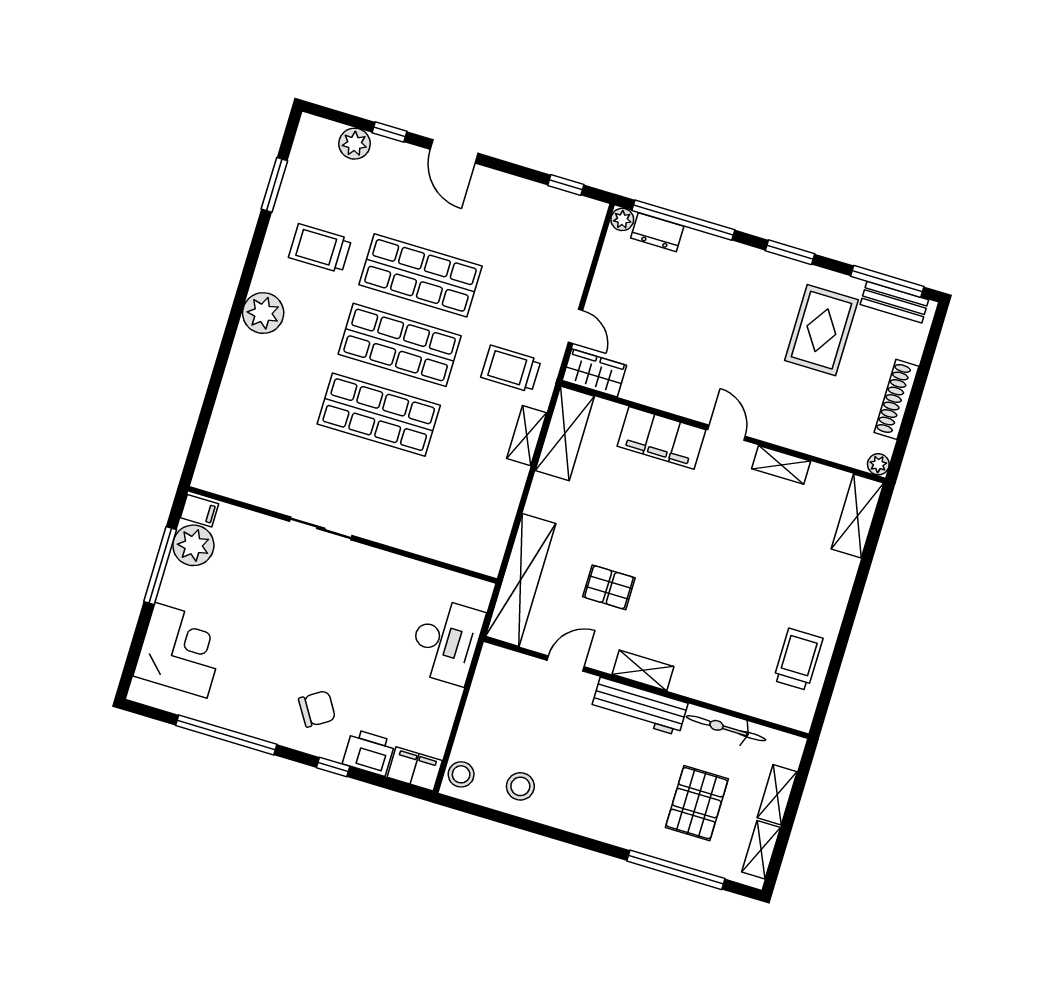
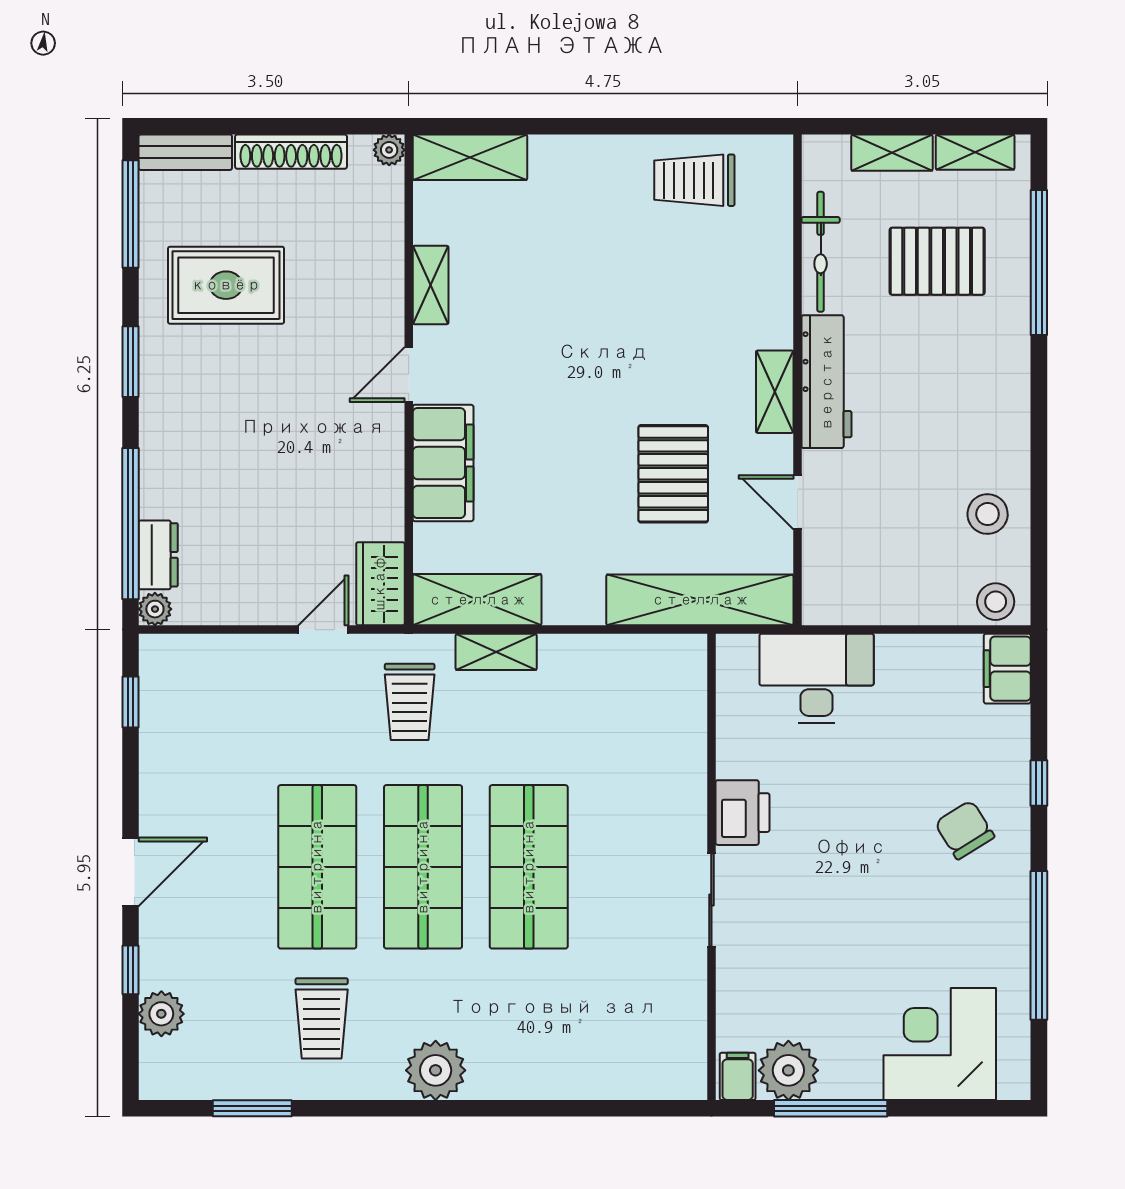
bench: (894, 302) -> (185, 152), moved, turned 90
pallet: (609, 587) -> (673, 474), width x1.50, depth x1.42
printer: (369, 753) -> (742, 813), moved, turned 180

